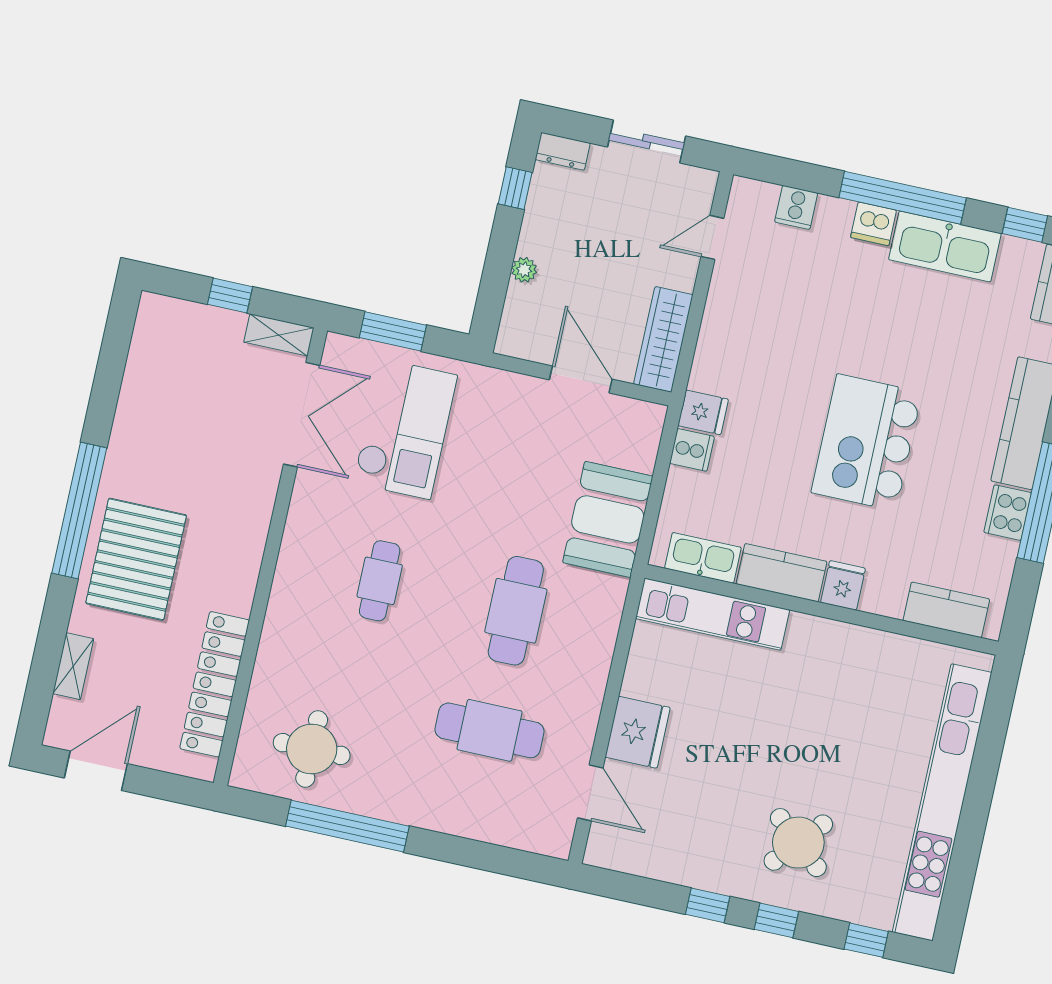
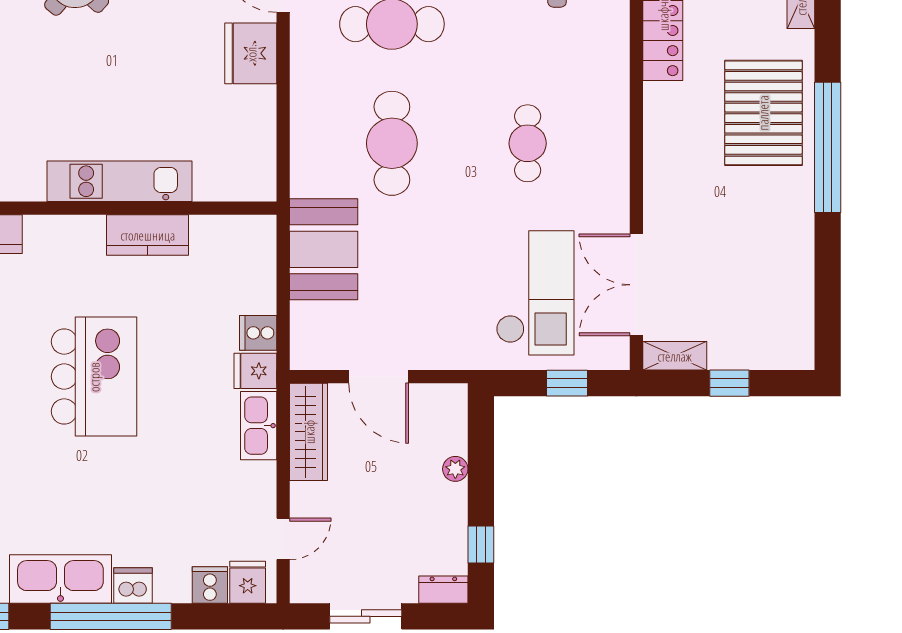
window: (393, 331) -> (567, 383), width x0.67
checkout: (405, 429) -> (535, 293), turned 180
kitchen sink: (703, 558) -> (259, 426), moved, turned 90
fridge: (843, 585) -> (248, 582), moved, turned 180
kitchen unit: (713, 614) -> (119, 181), moved

